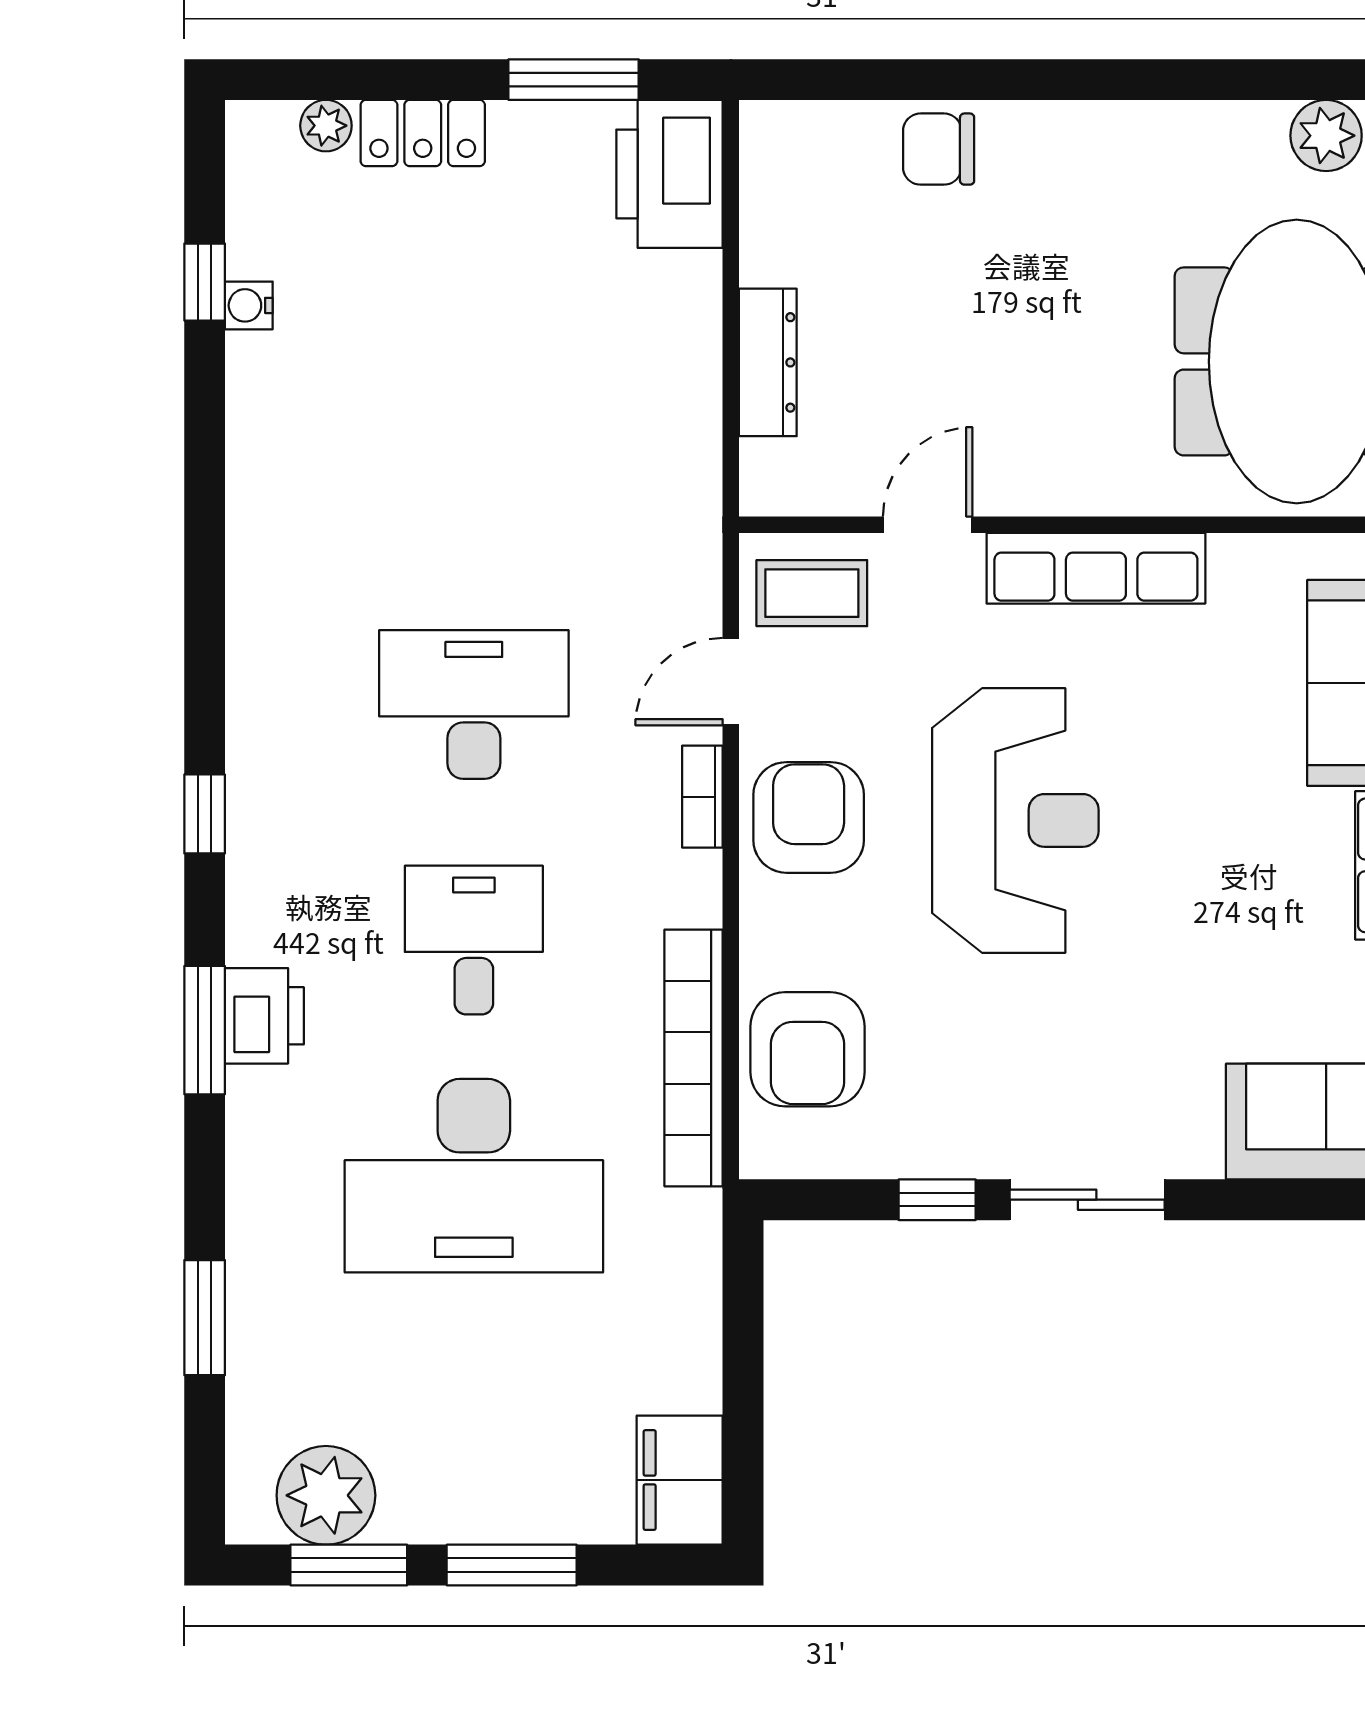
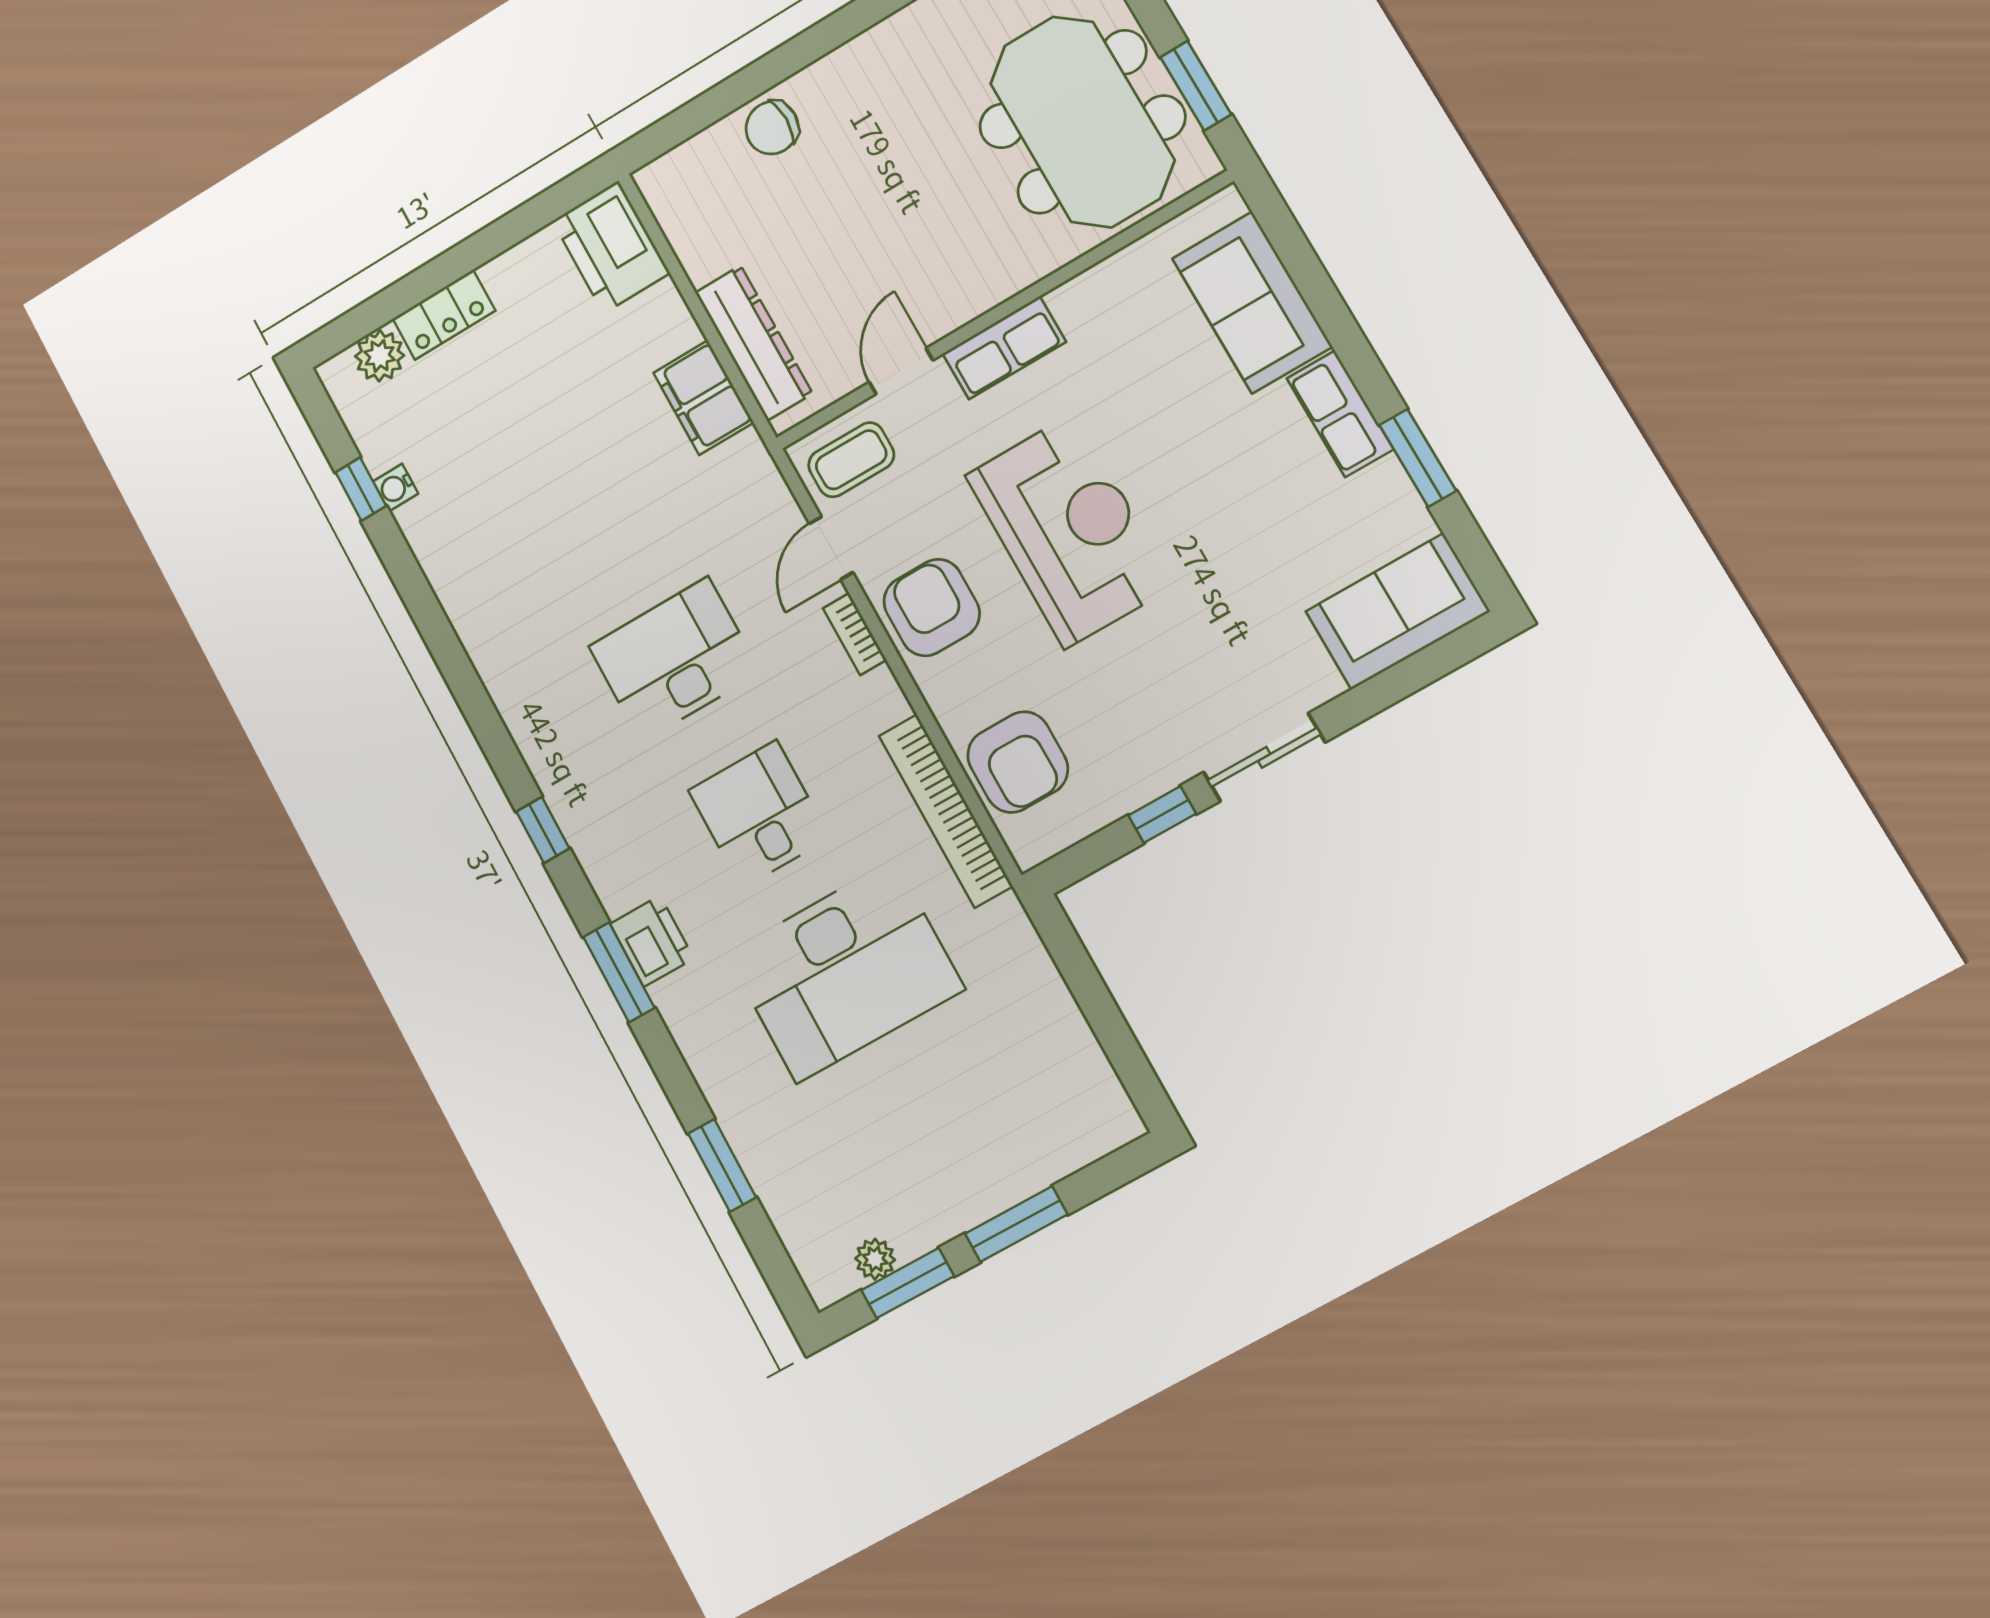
window: (574, 80) -> (519, 225), removed
plant: (326, 126) -> (380, 356), width x1.38, depth x1.38
dresser: (768, 362) -> (754, 343), width x1.37, depth x1.24
row of seats: (1096, 568) -> (1004, 348), width x0.68
filing cabinet: (680, 1480) -> (703, 398), moved
plant: (326, 1495) -> (875, 1259), width x0.53, depth x0.53

